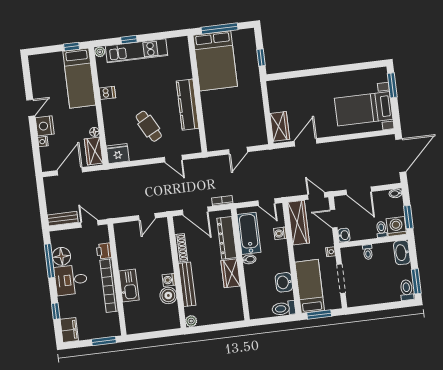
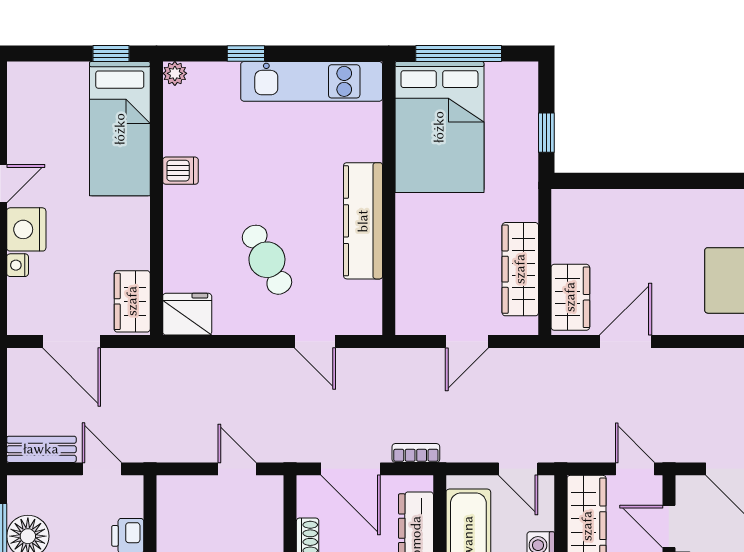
kitchen unit: (137, 51) -> (312, 81), moved
wardrobe: (257, 117) -> (520, 269), added
floor lamp: (94, 132) -> (139, 257), removed
door: (70, 171) -> (72, 342), swing flipped
door: (147, 217) -> (237, 469), swing flipped

